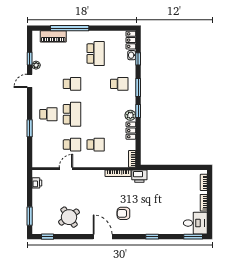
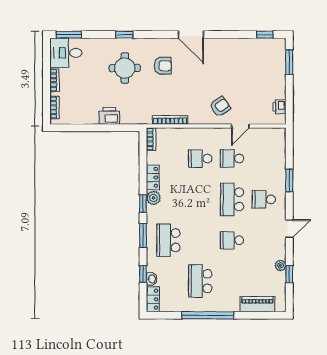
window: (70, 28) -> (208, 315), moved
door: (30, 81) -> (289, 229), moved
school desk: (119, 84) -> (168, 240), width x1.85
printer: (139, 176) -> (109, 116), moved
armchair: (81, 183) -> (220, 107), added
round table: (69, 217) -> (125, 68), moved, turned 35

